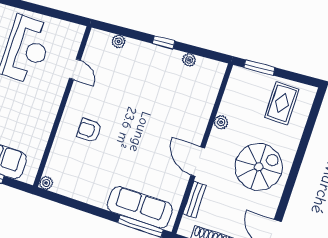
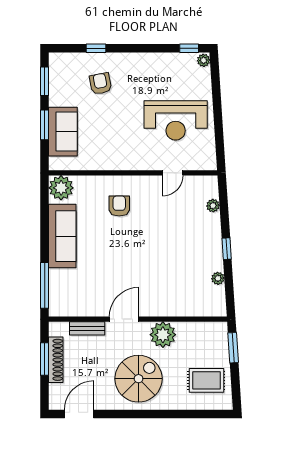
plant: (221, 122) -> (163, 335), width x1.88, depth x1.88
spiral stairs: (259, 167) -> (139, 379), turned -90
plant: (46, 183) -> (61, 188), width x1.88, depth x1.88
sofa: (140, 207) -> (62, 236), moved

